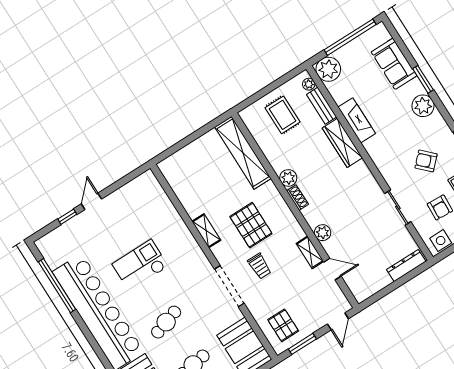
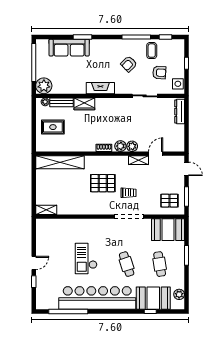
sofa: (394, 64) -> (69, 48), width x1.36
plant: (423, 106) -> (97, 46), removed
fireplace: (357, 120) -> (100, 88), moved
wardrobe: (342, 143) -> (84, 104), width x0.67
plant: (288, 178) -> (120, 146), moved
door: (91, 201) -> (34, 263), swing flipped
shelving: (206, 231) -> (46, 210), moved

